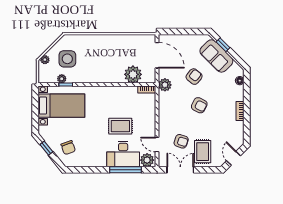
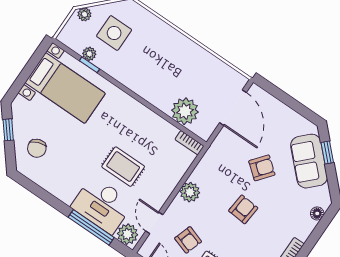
plant: (165, 85) -> (190, 192), moved
armchair: (199, 105) -> (243, 209), turned -112

